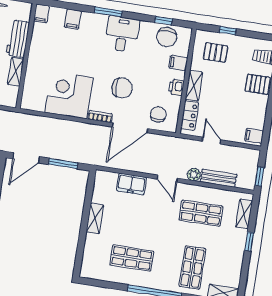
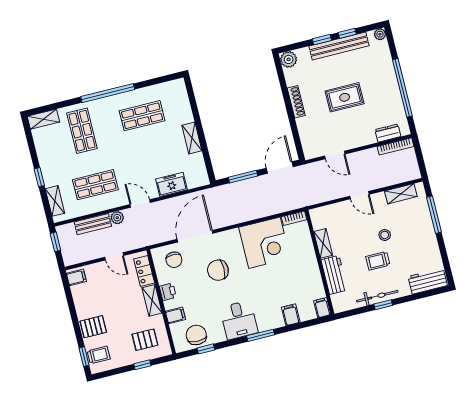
bookcase: (100, 116) -> (294, 218), moved

